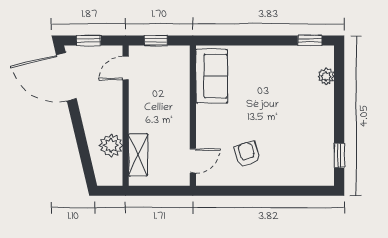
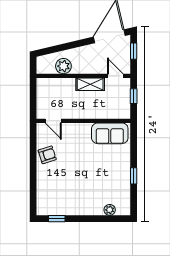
window: (310, 40) -> (134, 176), moved
armchair: (247, 154) -> (47, 155), moved
shelving: (138, 155) -> (90, 84), moved

